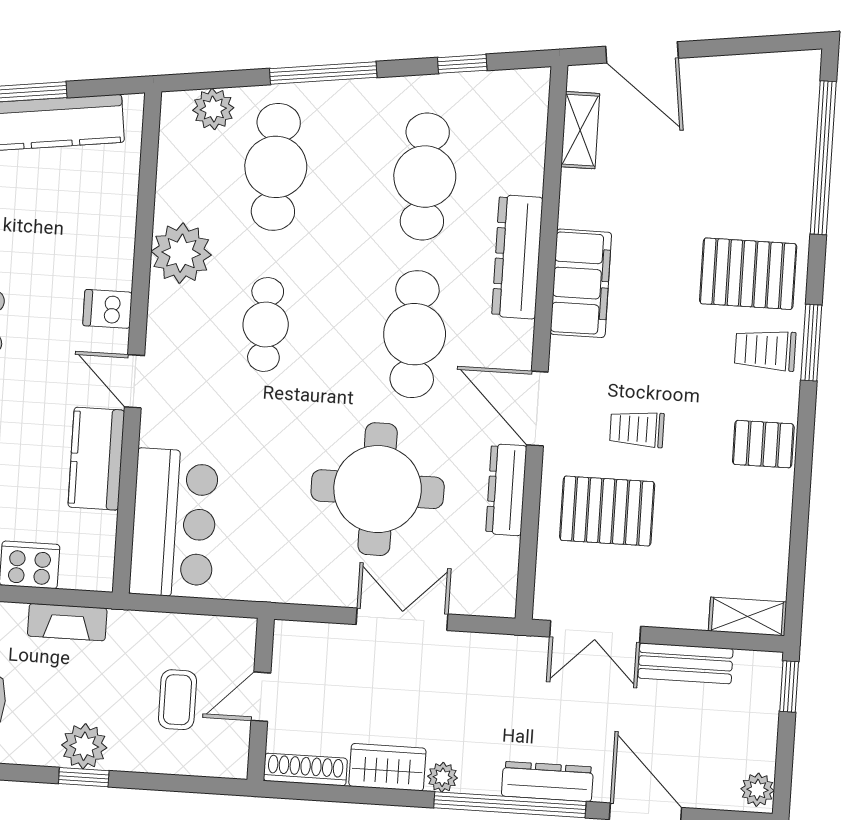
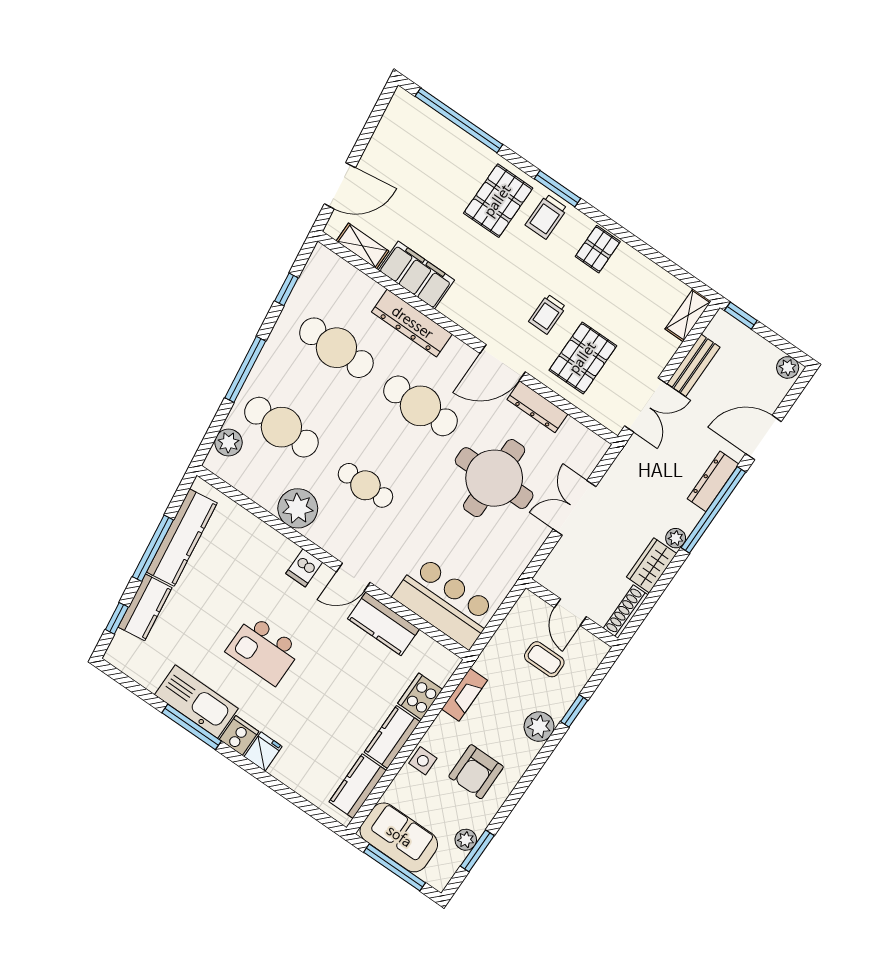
filing cabinet: (581, 283) -> (416, 275), moved
window: (84, 777) -> (574, 711), moved

